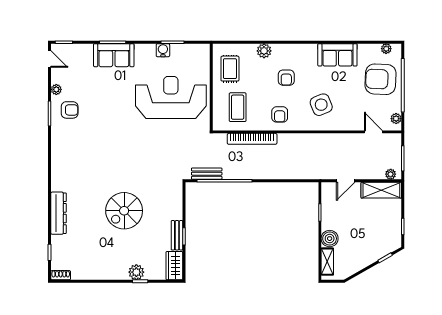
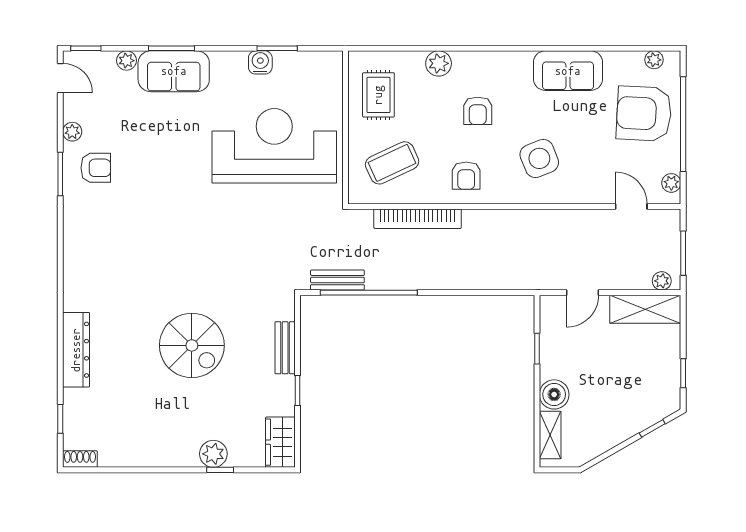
plant: (87, 49) -> (127, 61), added
coffee table: (238, 107) -> (392, 163), turned 65
spiral stairs: (124, 211) -> (192, 345), turned -90
bench: (177, 235) -> (285, 348), moved

